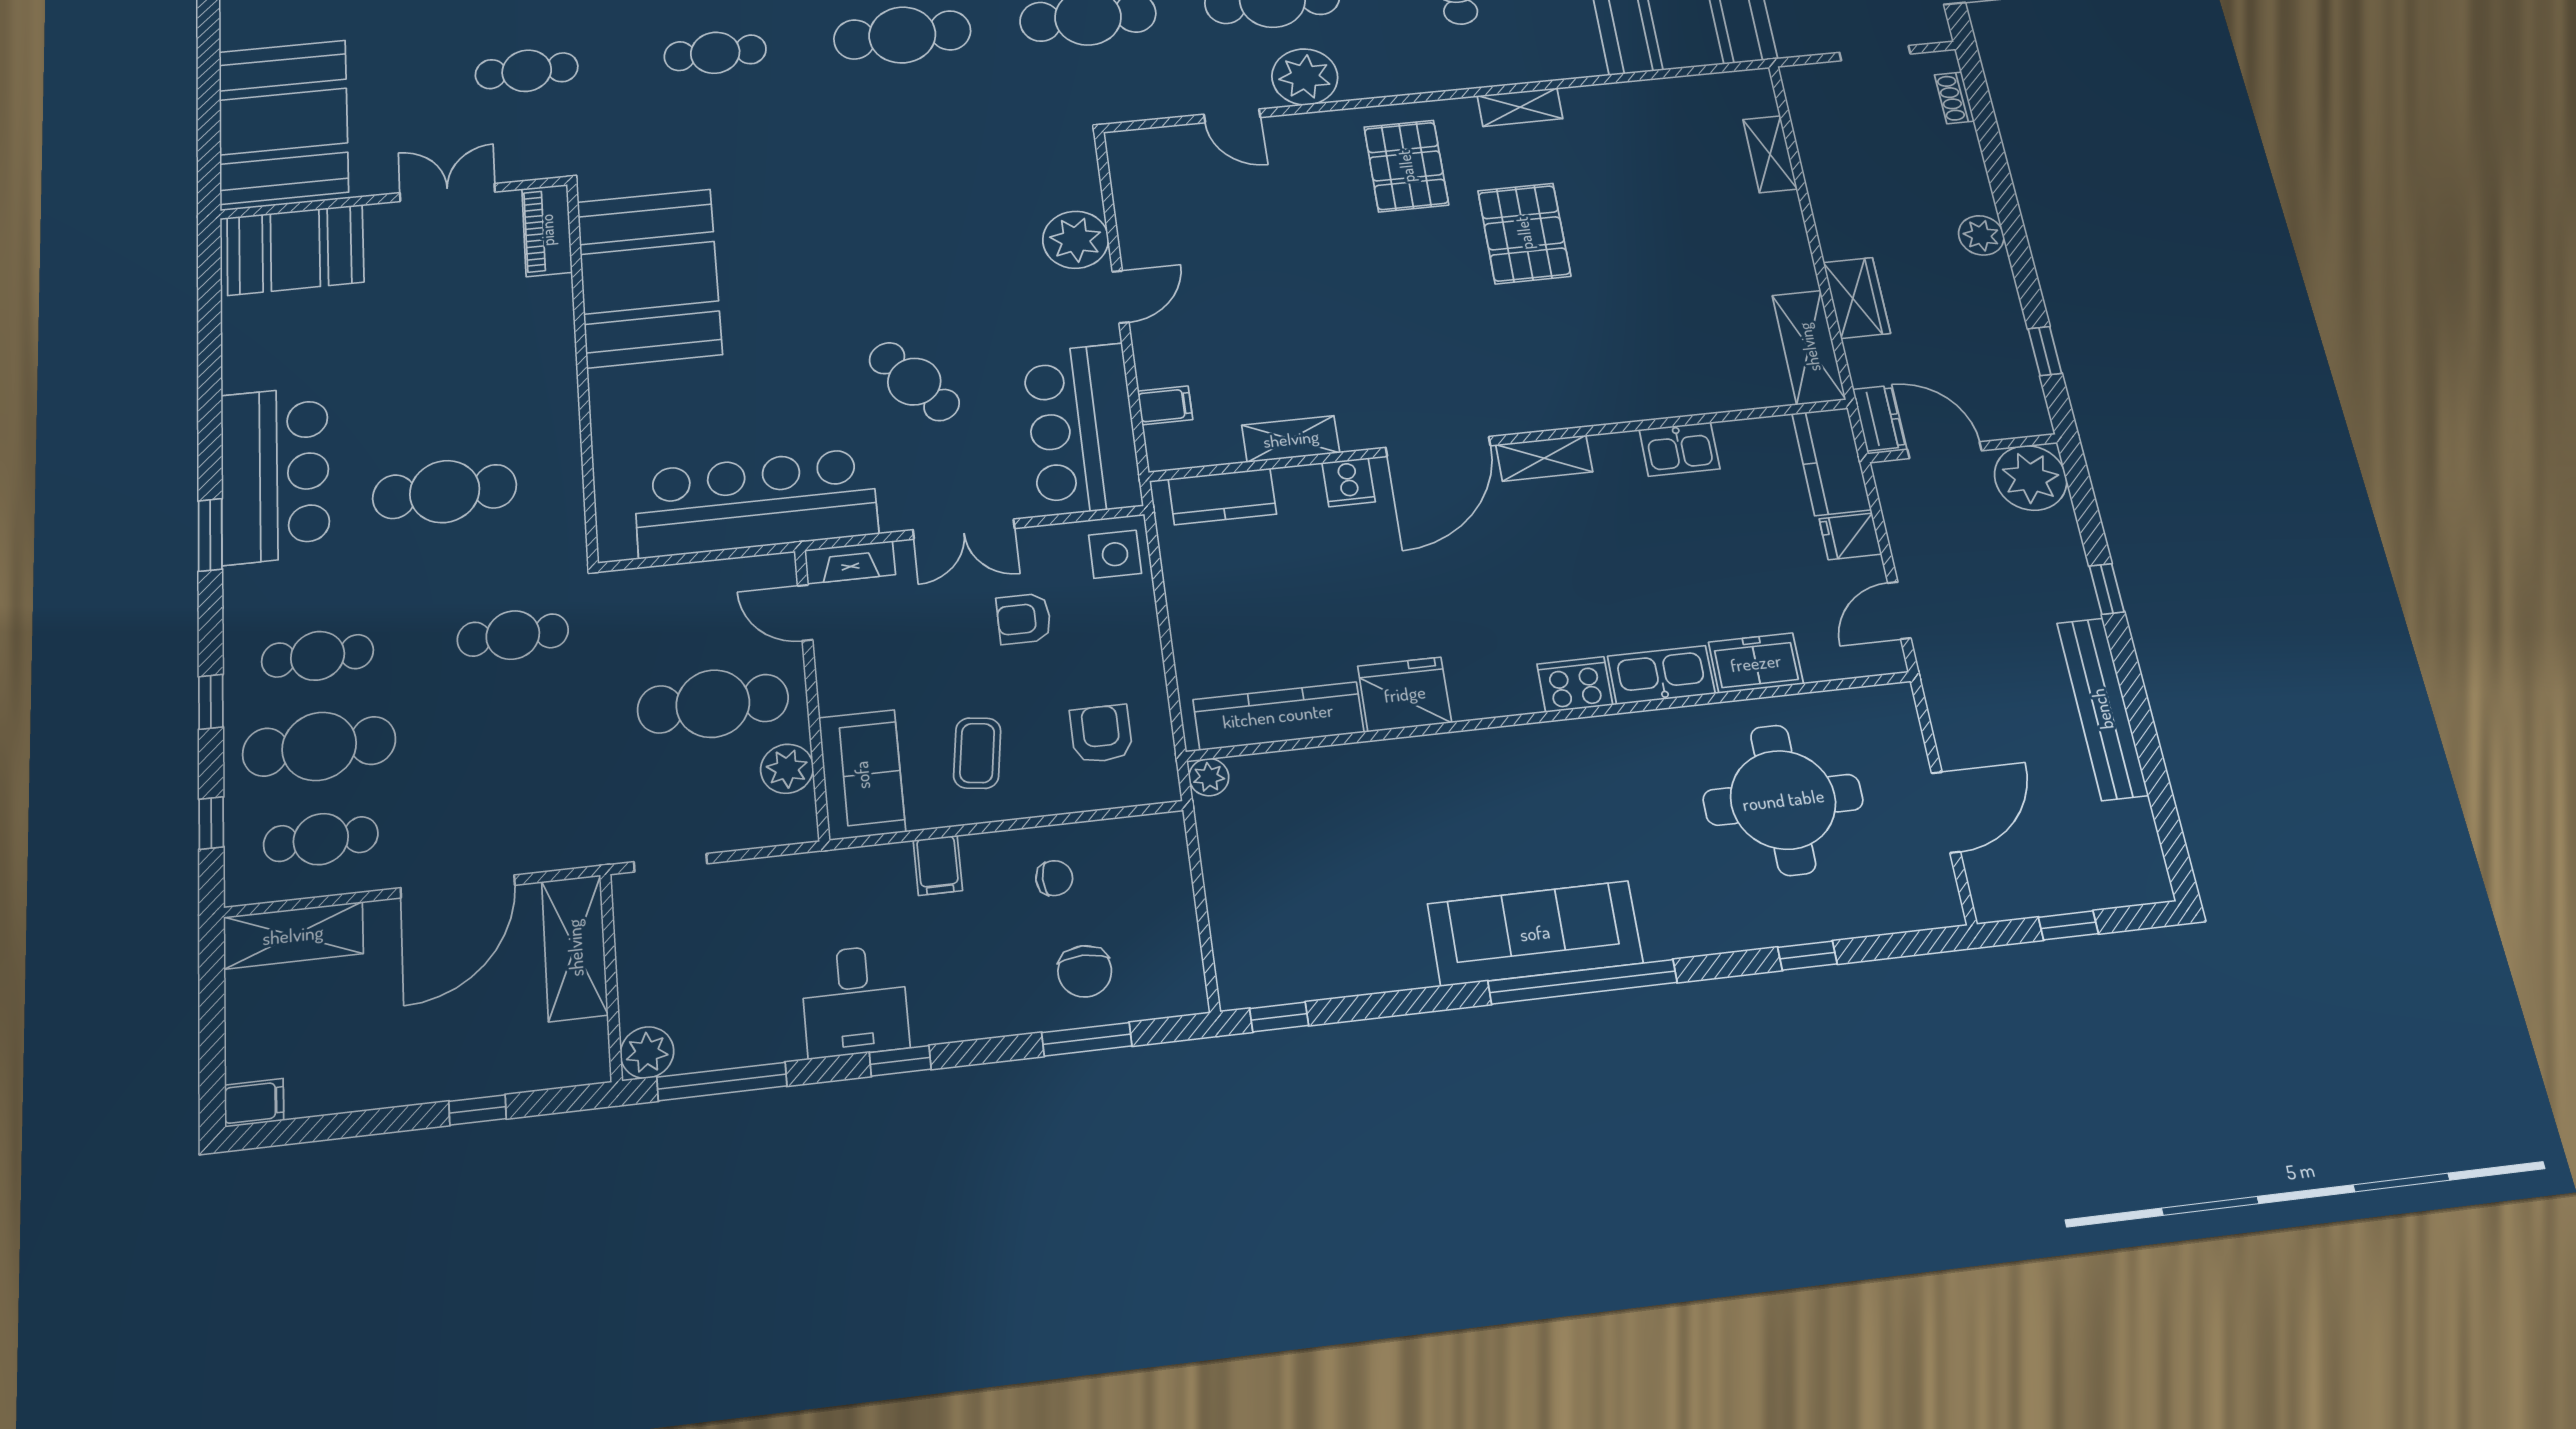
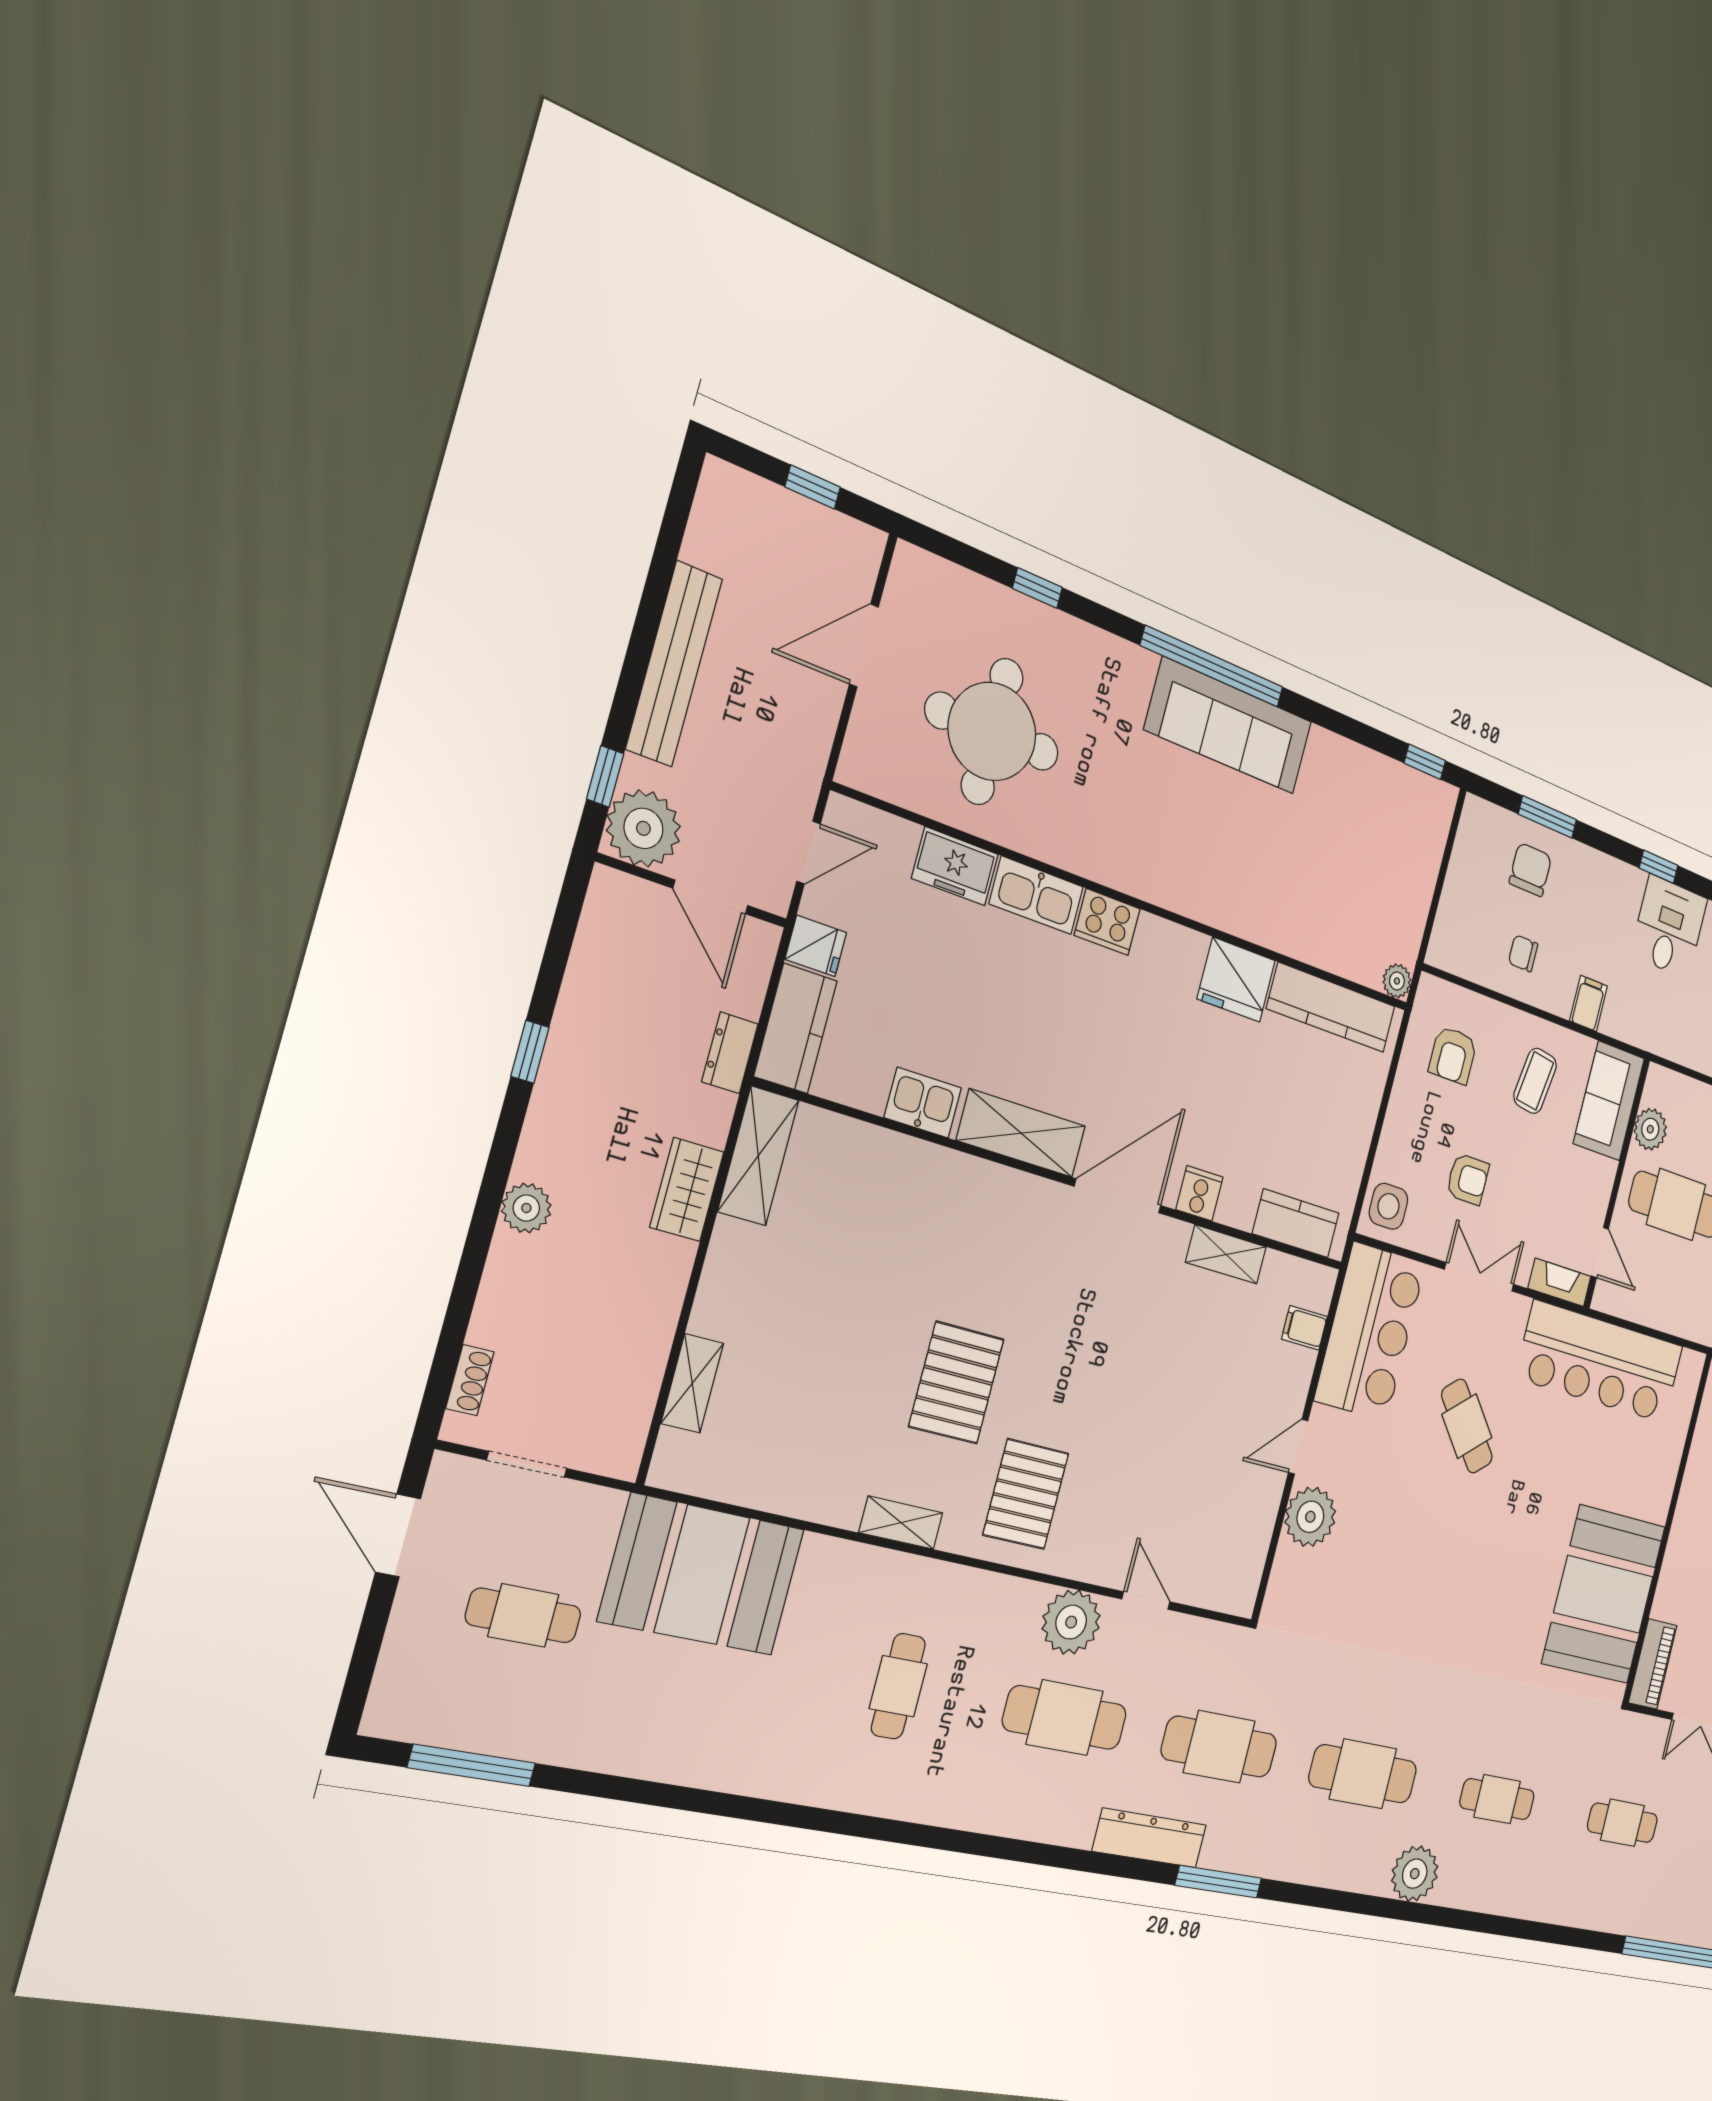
wall: (1963, 448) -> (692, 891), moved
door: (1945, 450) -> (710, 897), moved
shelving: (1544, 458) -> (1021, 1133), width x1.50, depth x1.33
plant: (2031, 478) -> (643, 828), moved

